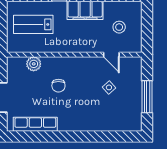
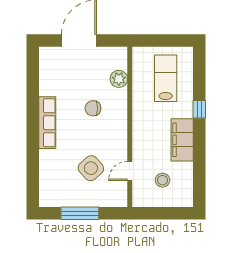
side table: (109, 87) -> (91, 168), width x1.87, depth x1.87
row of seats: (35, 124) -> (47, 123), moved

